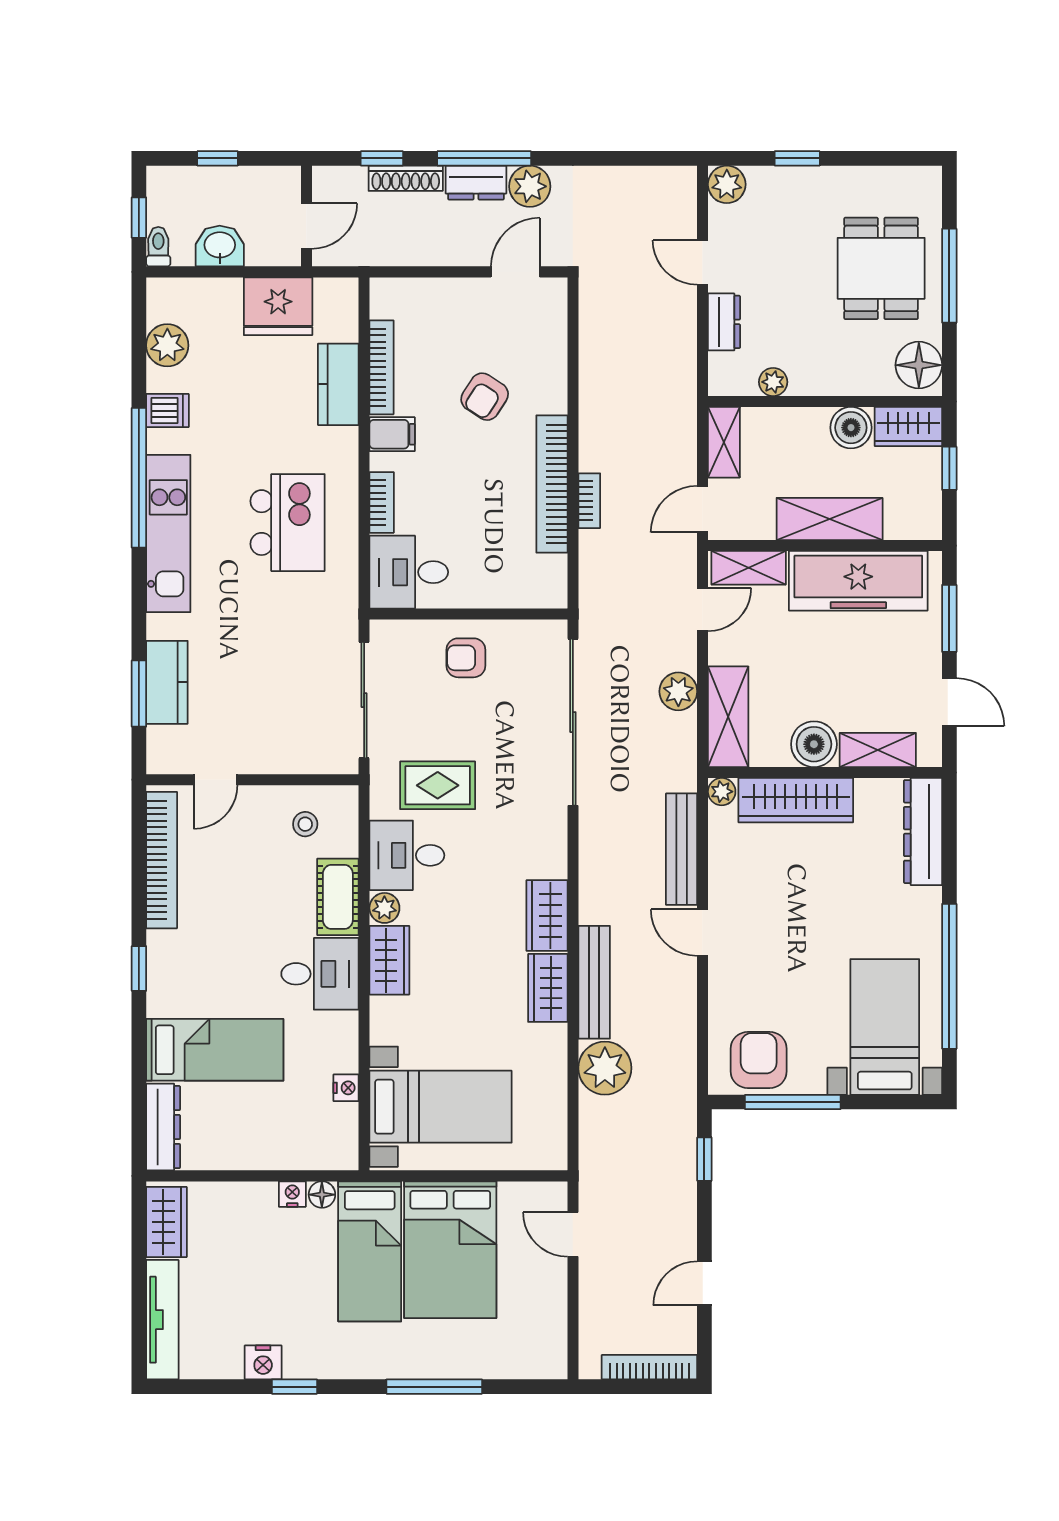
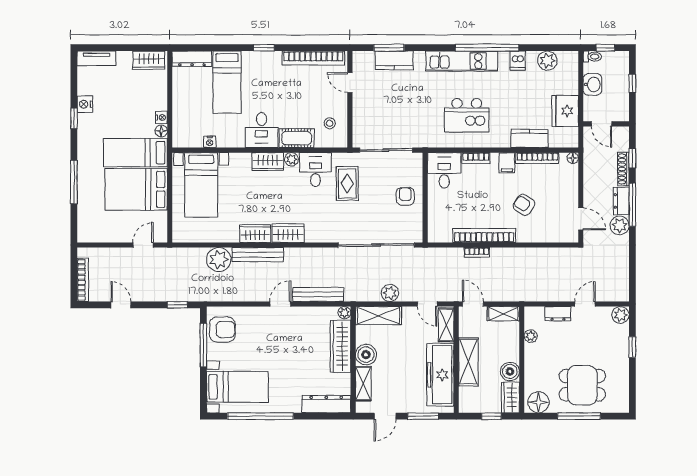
floor lamp: (382, 289) -> (573, 158), added
tv unit: (162, 1320) -> (96, 58), width x0.71

